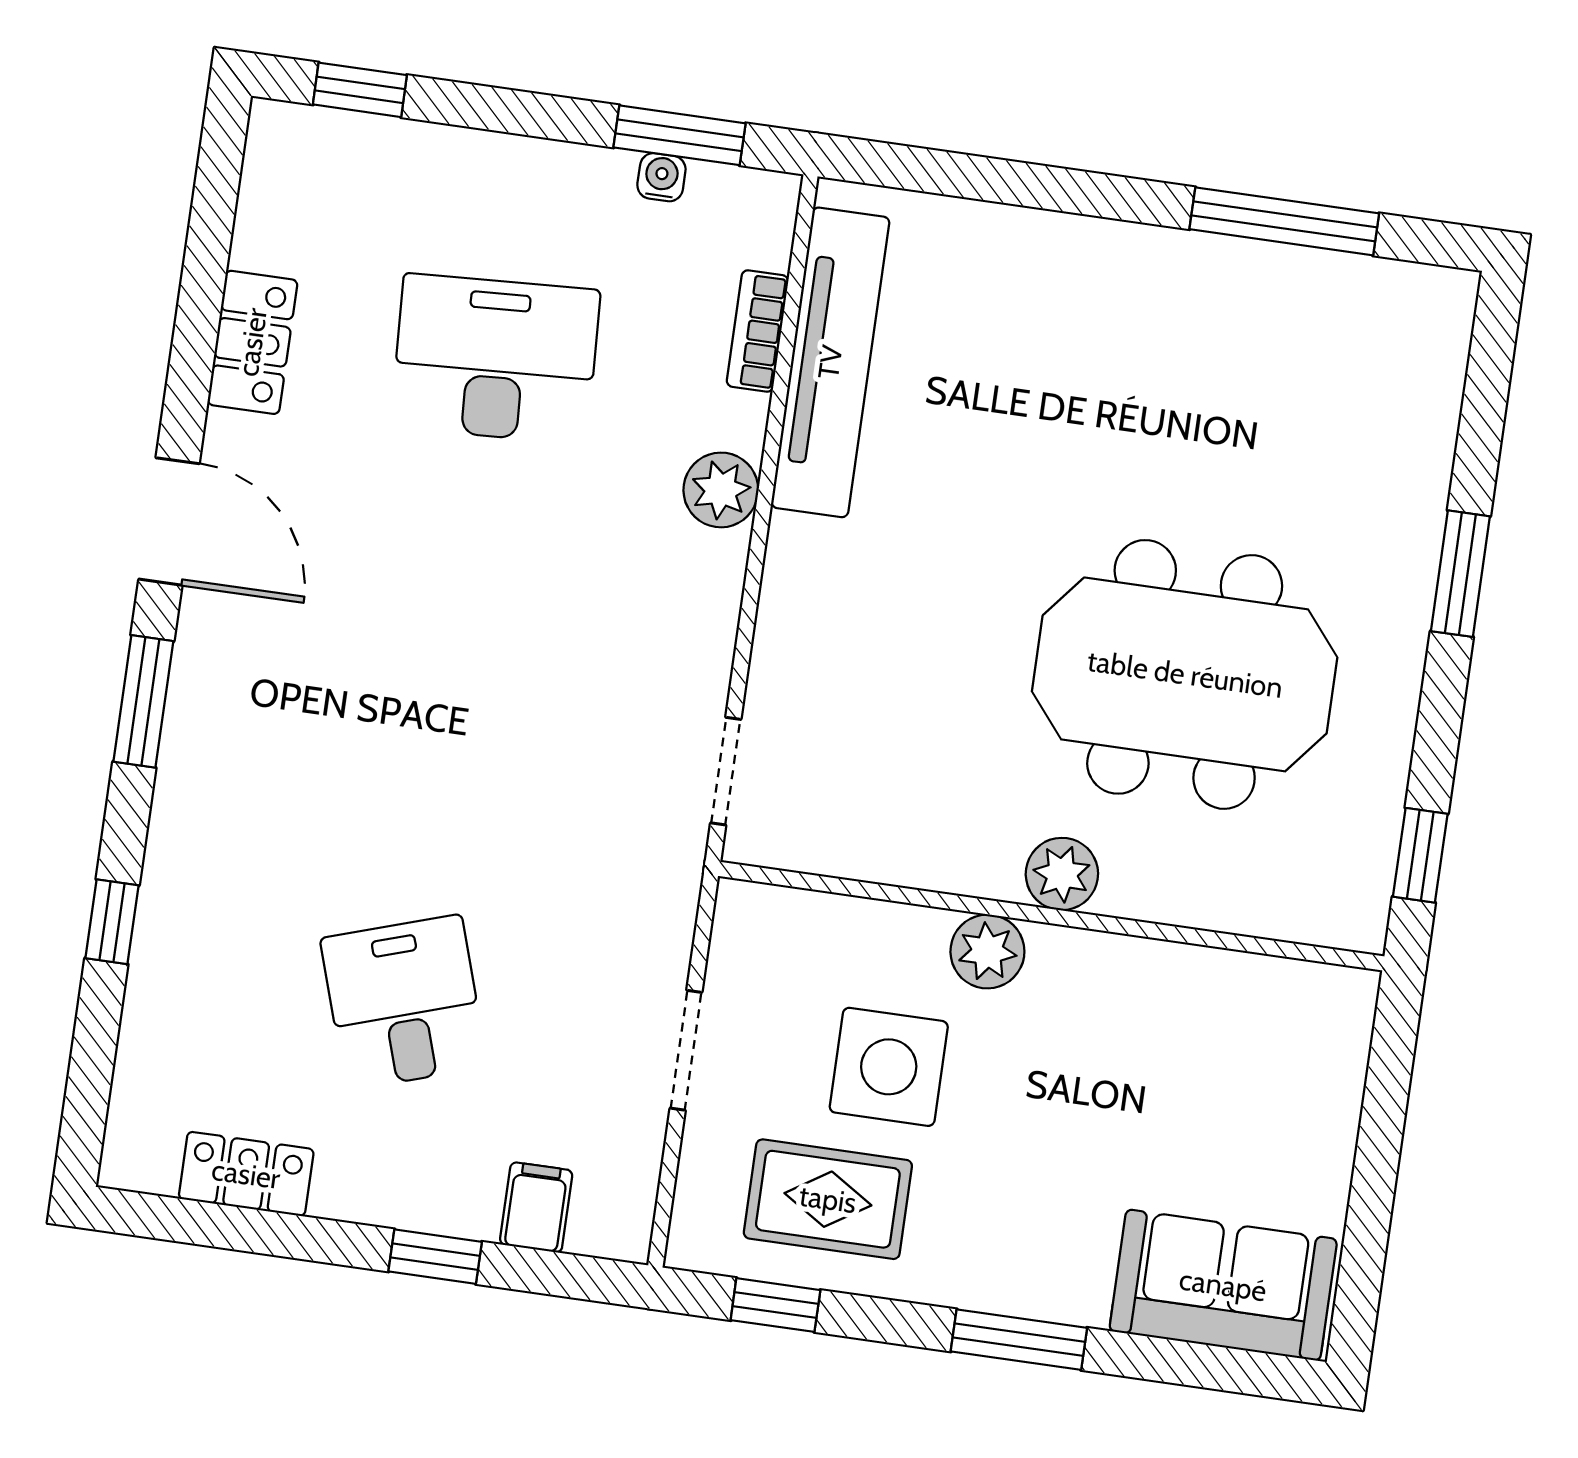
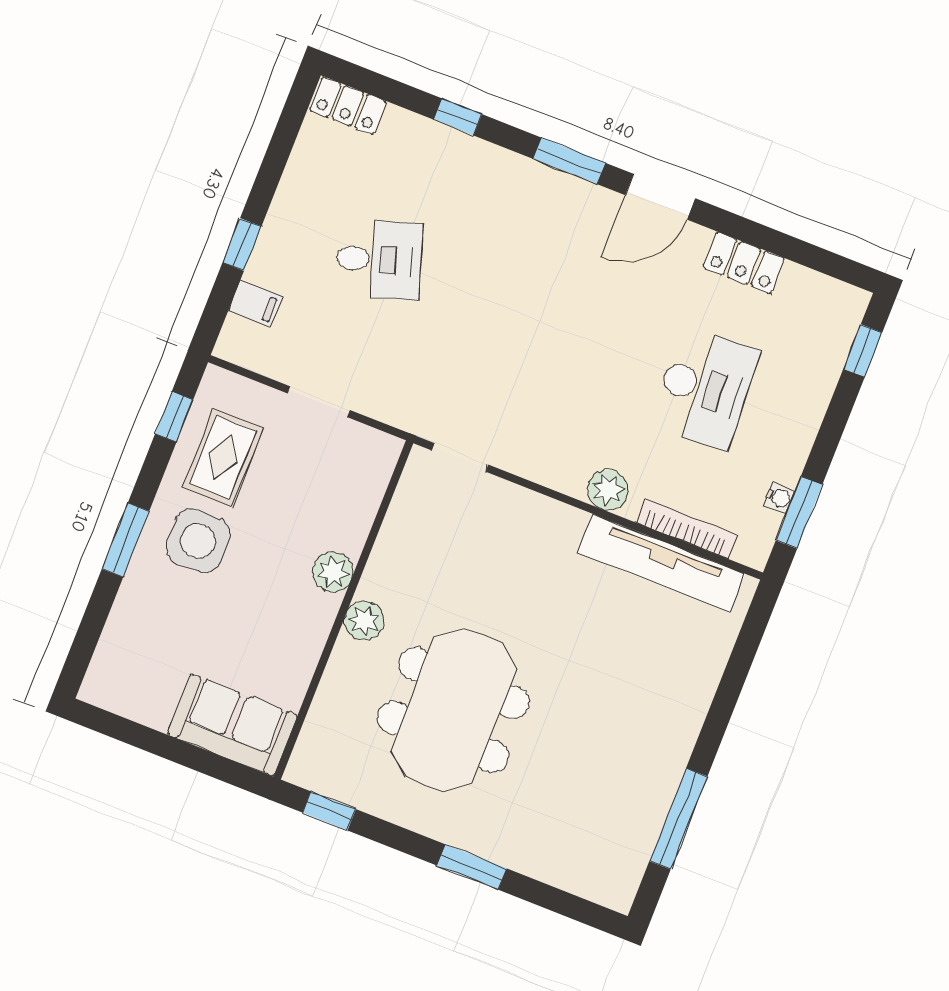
bookcase: (758, 331) -> (687, 529), width x1.56
side table: (889, 1067) -> (198, 541), moved
locker: (246, 1174) -> (348, 106), moved, turned 90
sofa: (1223, 1285) -> (232, 725), moved, turned -90

